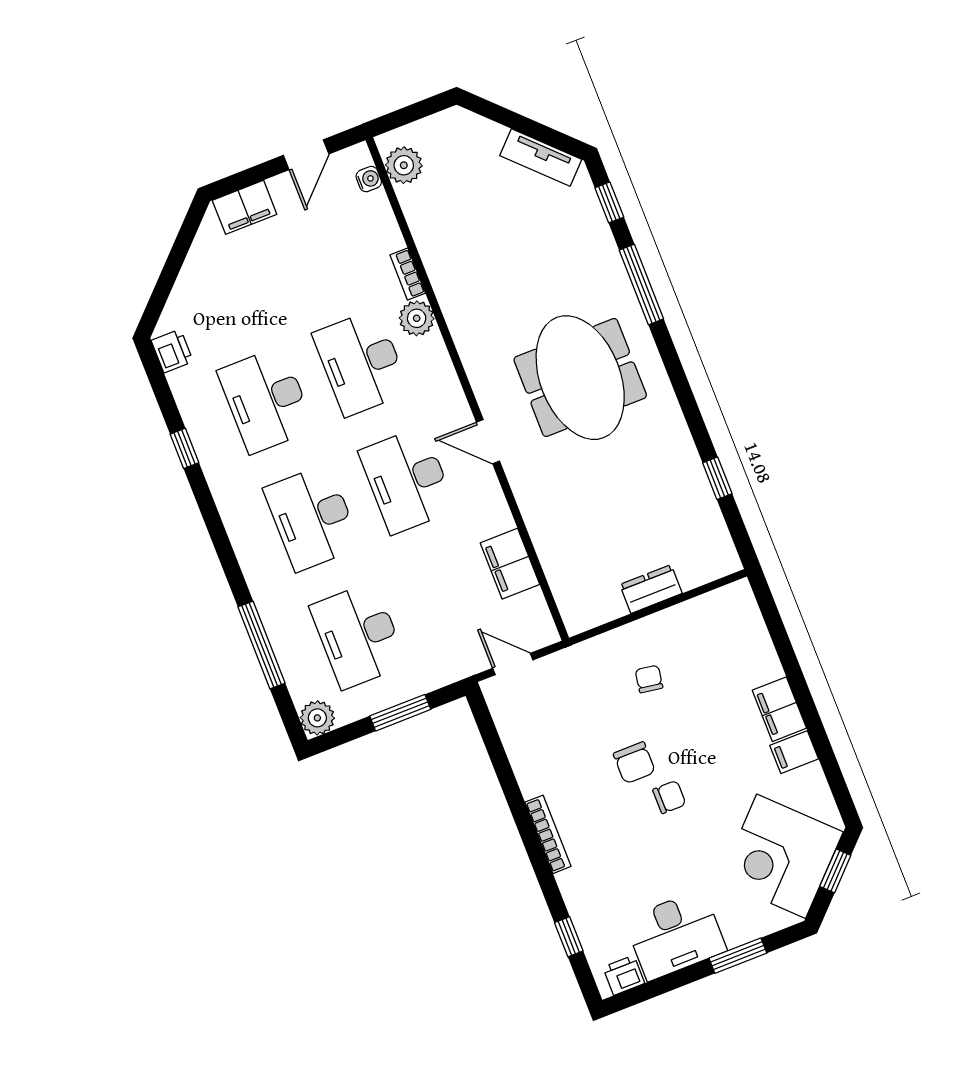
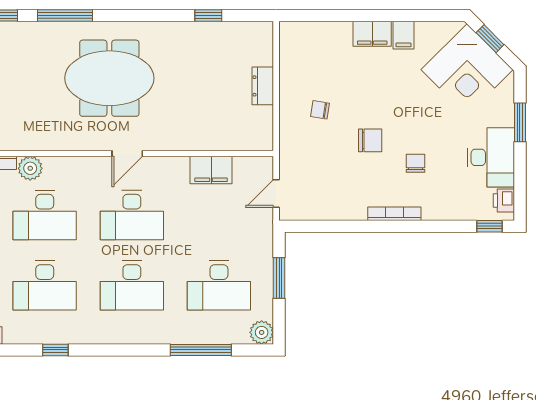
chair: (669, 797) -> (415, 163), moved
window: (569, 937) -> (489, 226), moved

